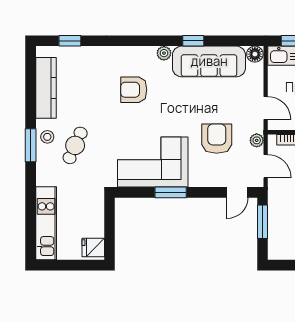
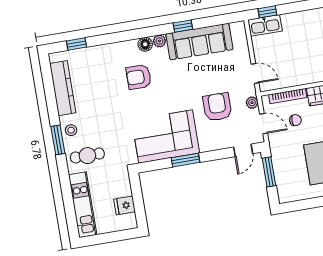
floor lamp: (255, 54) -> (145, 44), moved
cafe table: (75, 145) -> (87, 156), moved, turned 66
fridge: (93, 247) -> (125, 205), moved

